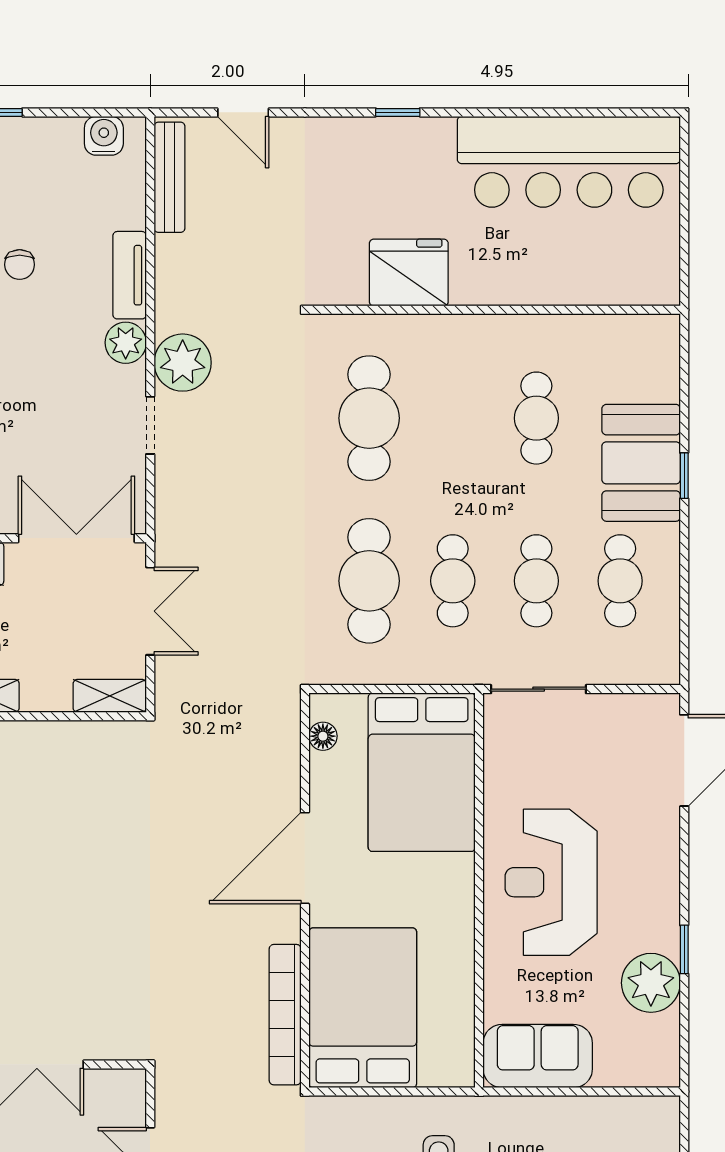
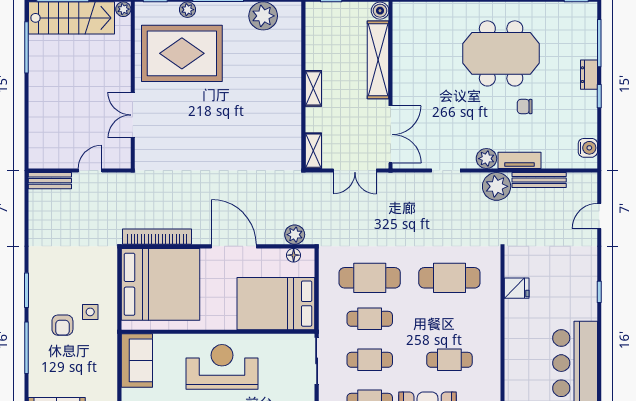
bench: (169, 177) -> (539, 180), moved
fridge: (409, 273) -> (517, 288), width x0.53, depth x0.75
plant: (183, 363) -> (497, 186), moved
plant: (281, 734) -> (295, 235), added
bed: (363, 1008) -> (160, 284), width x1.36

